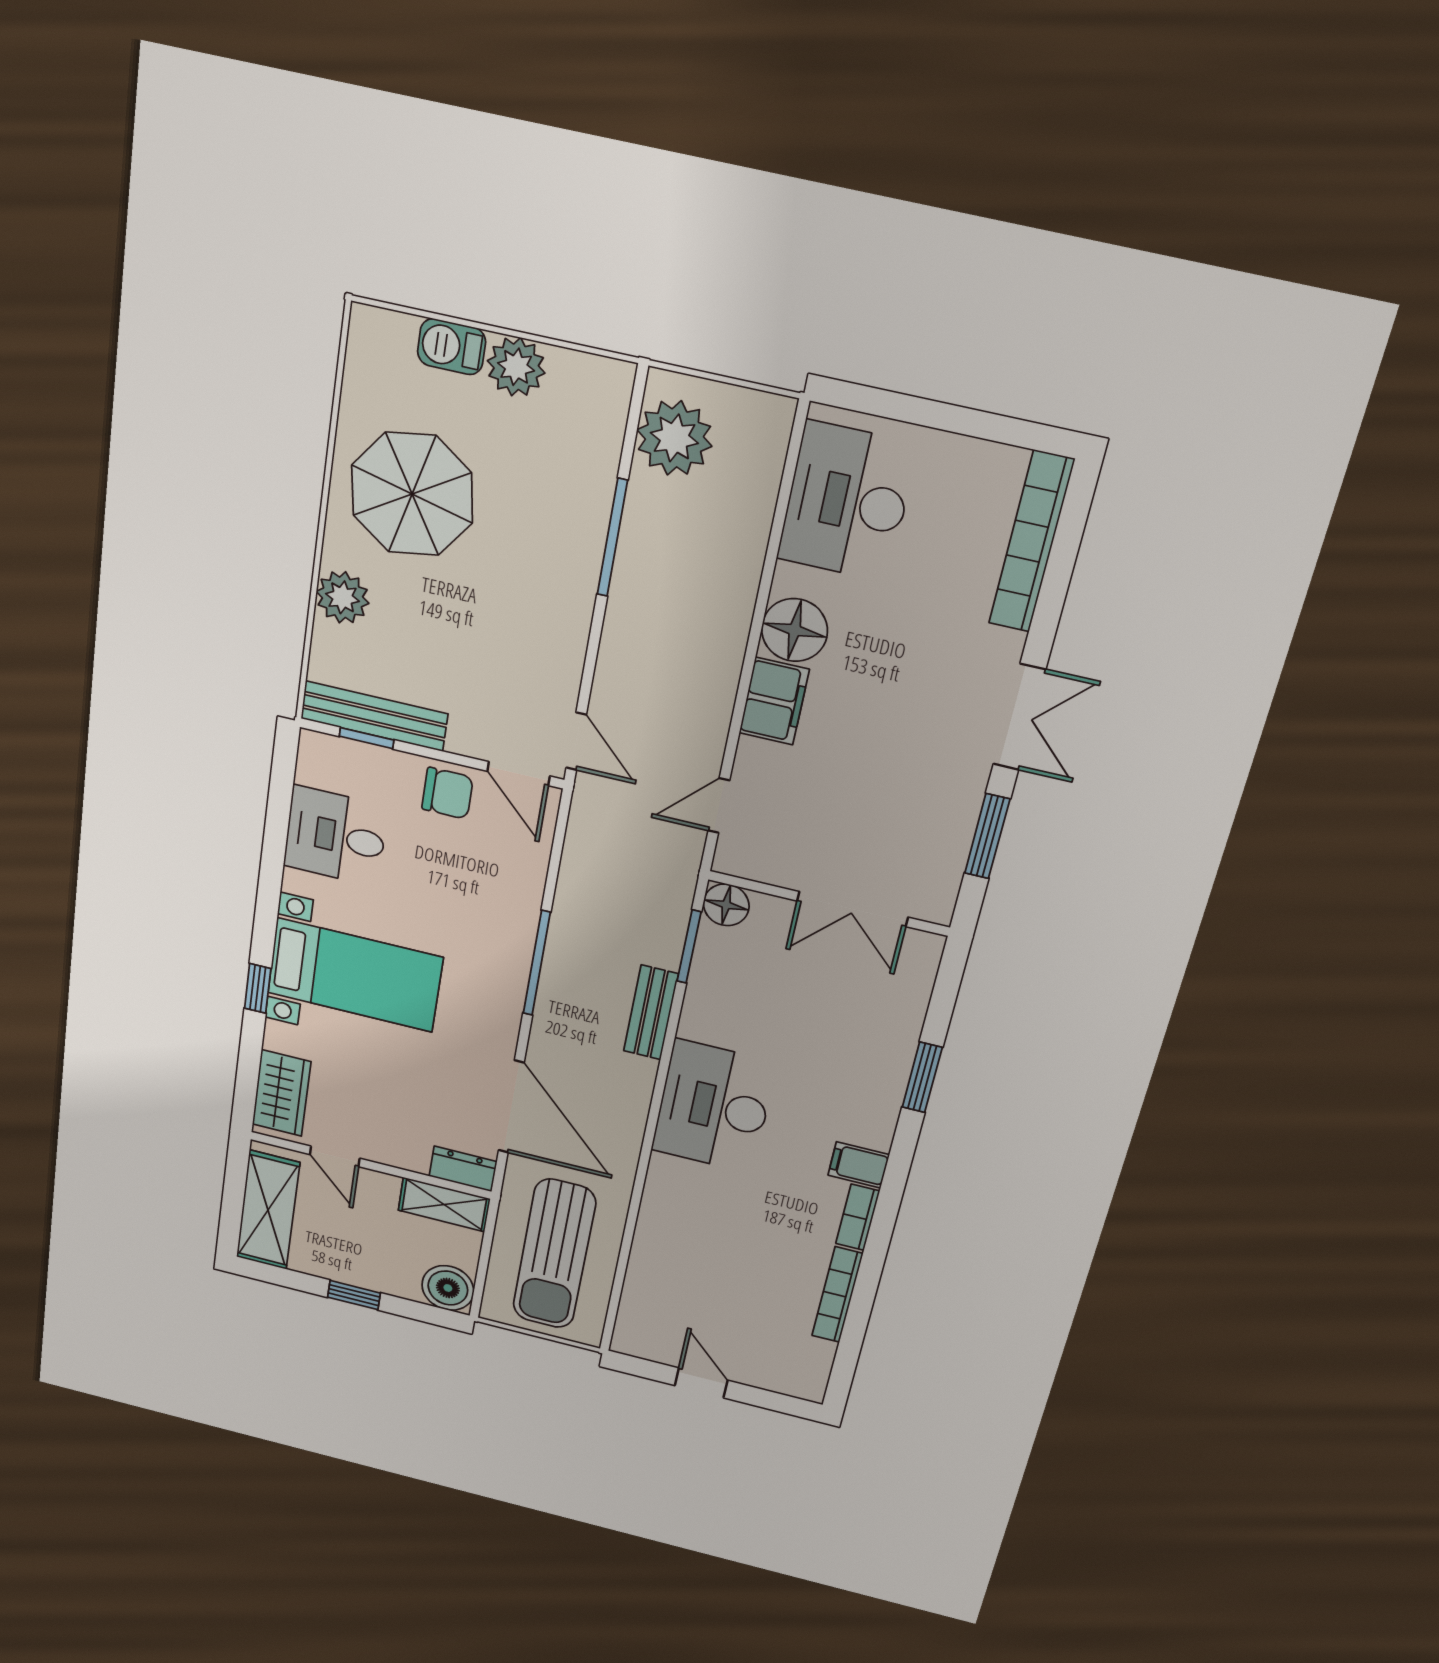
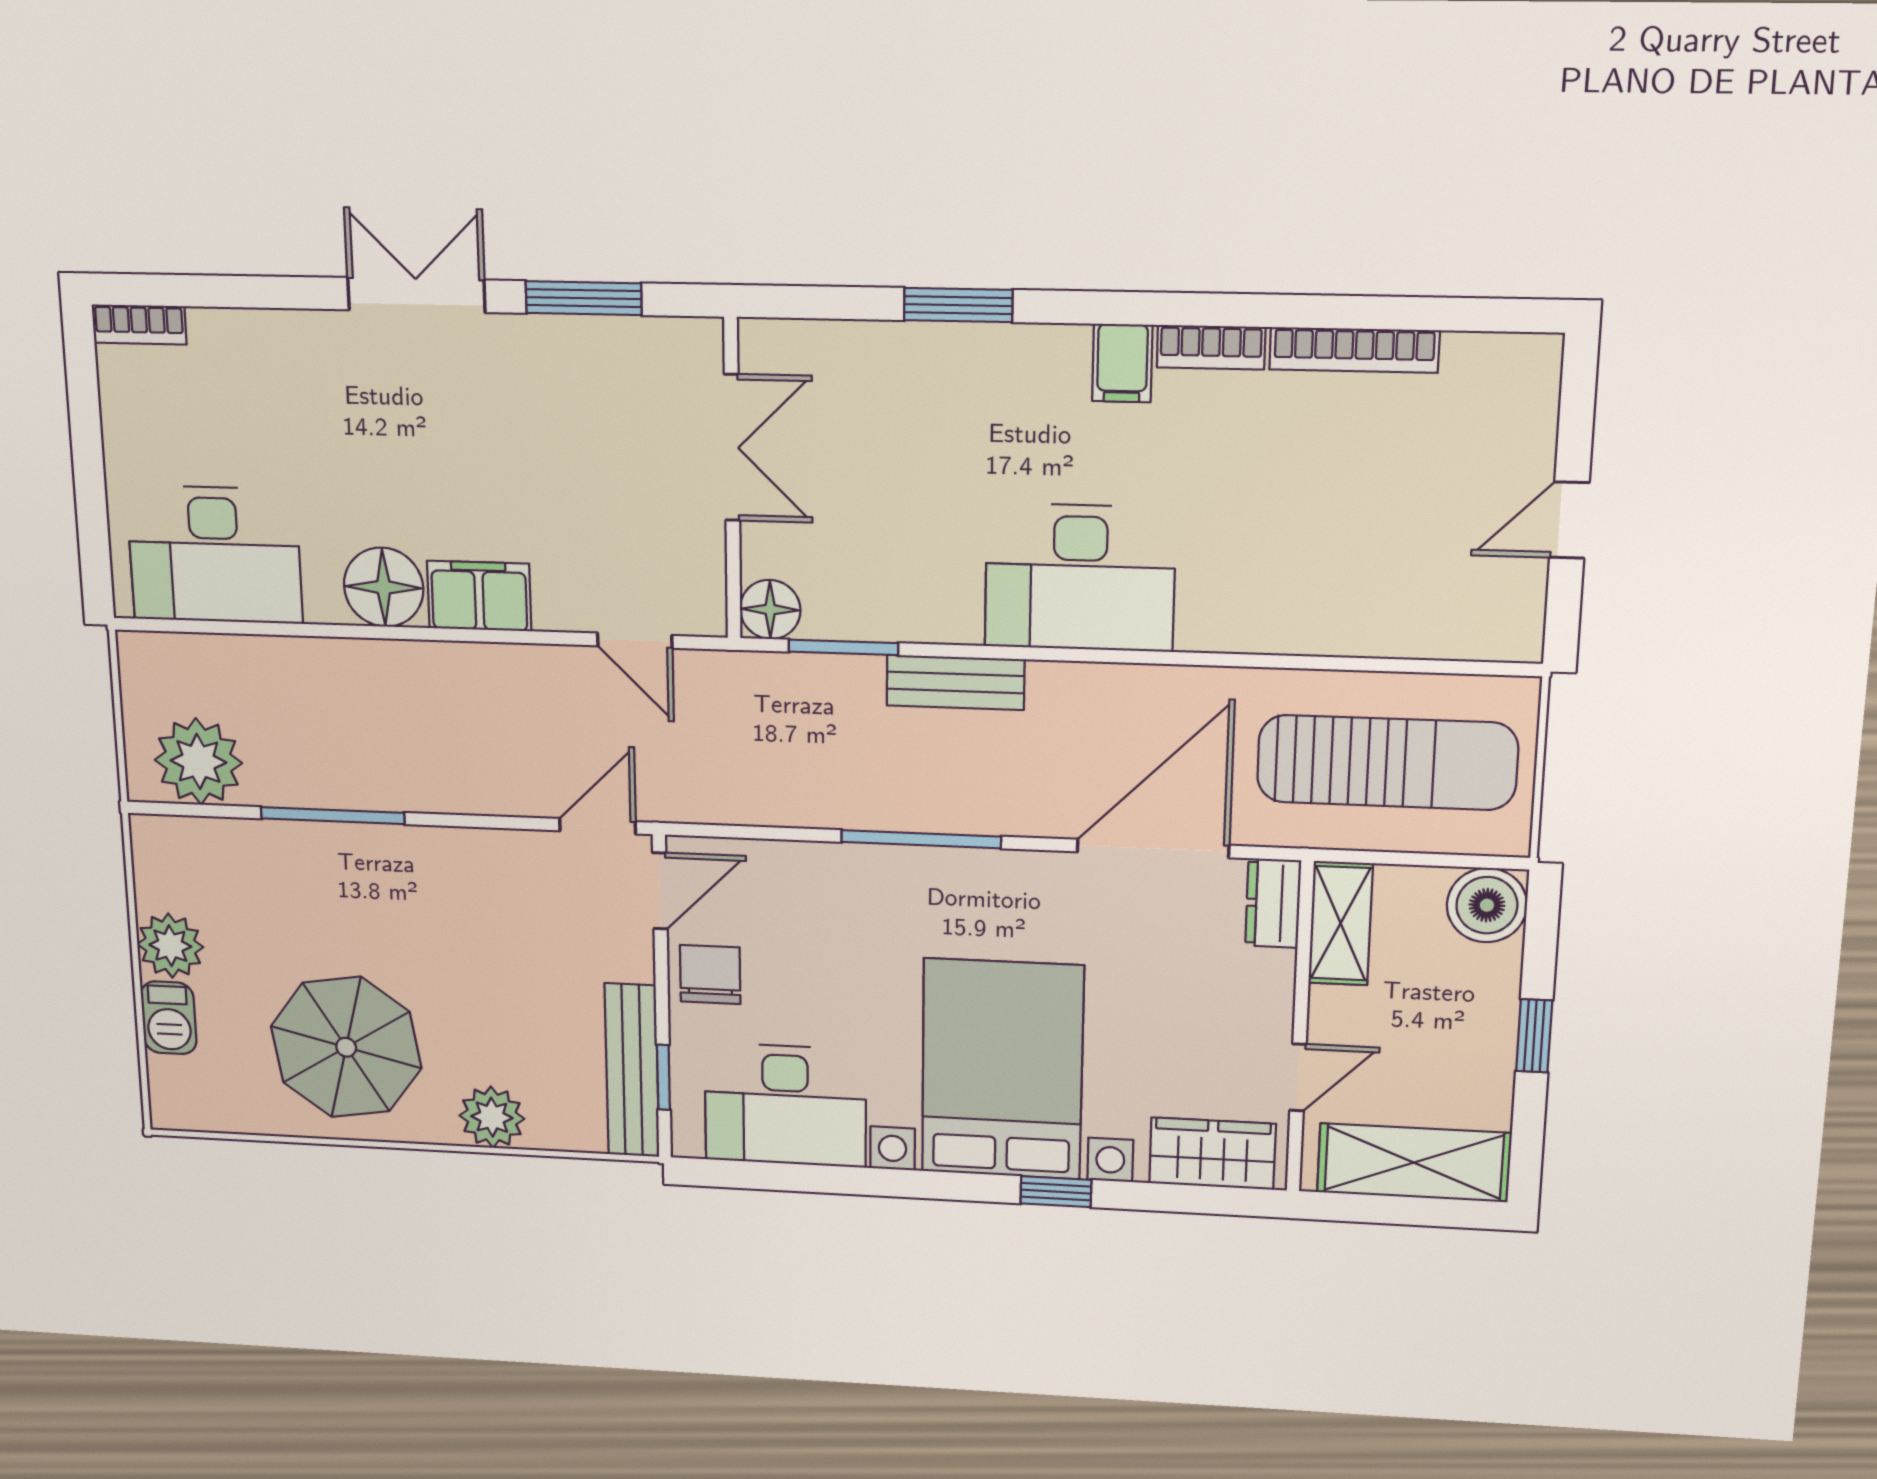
bookcase: (1031, 542) -> (139, 325), width x0.43, depth x0.76
desk: (336, 836) -> (785, 1105), width x1.37
bed with nightstands: (355, 975) -> (1002, 1069), width x1.36

